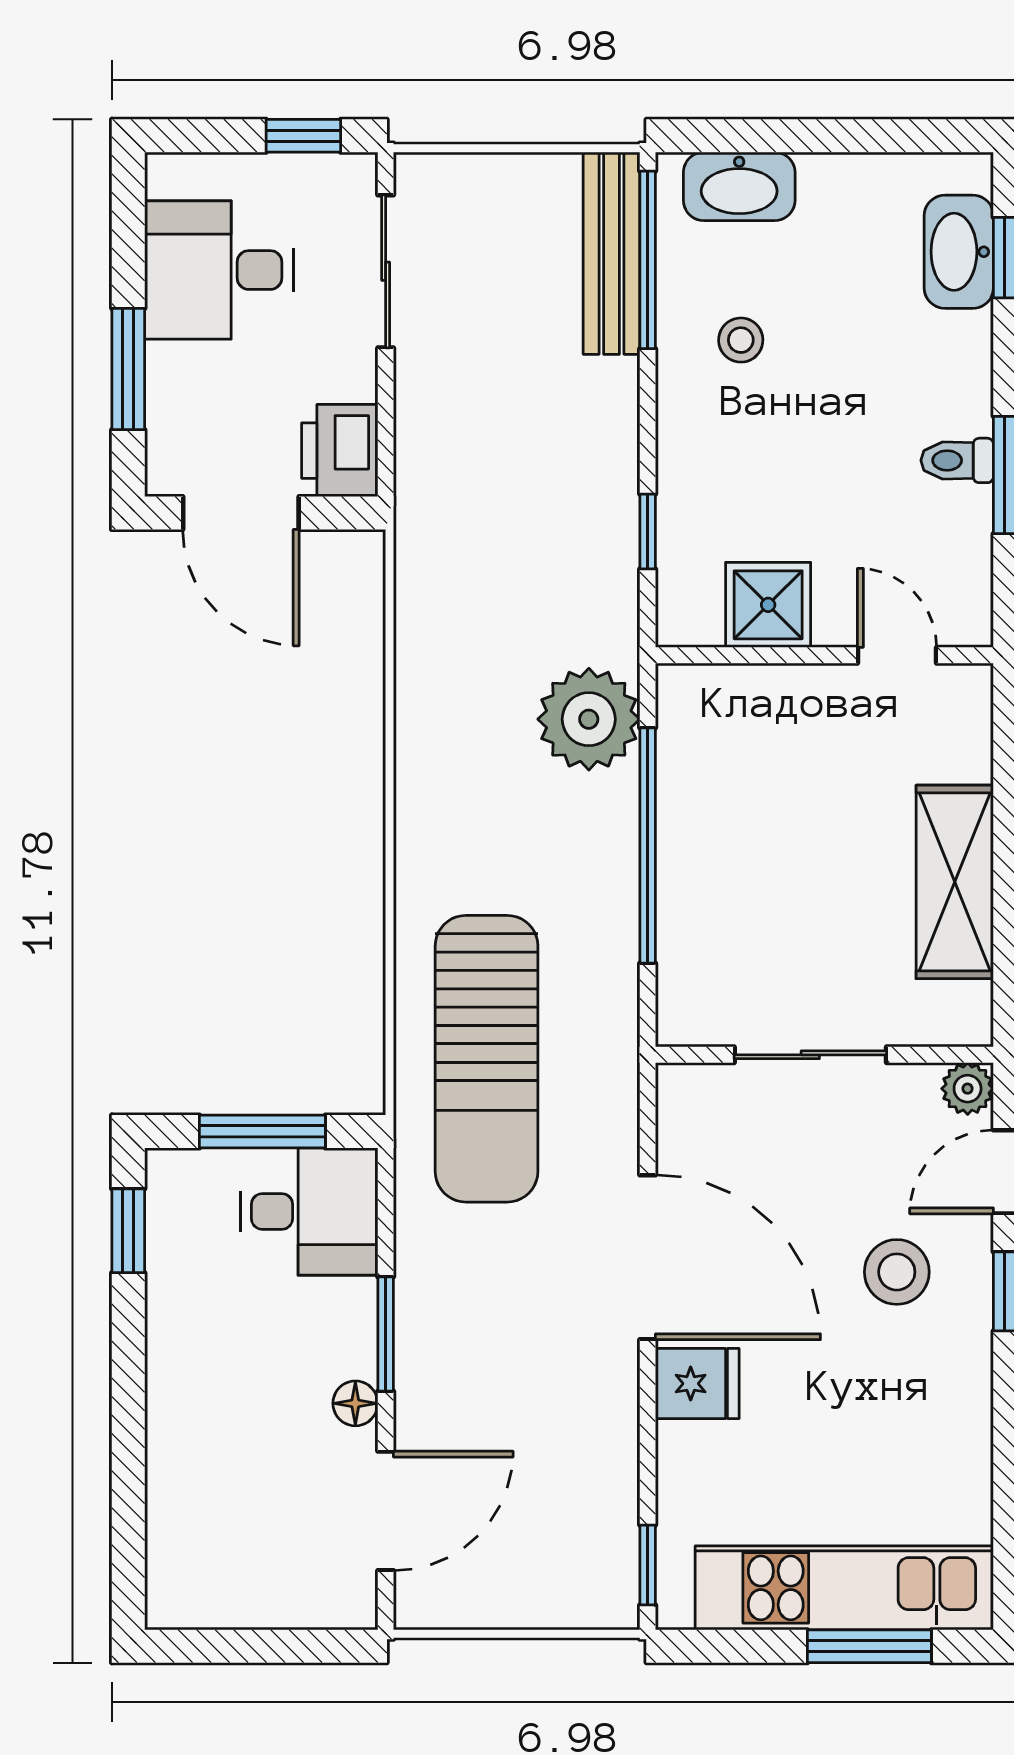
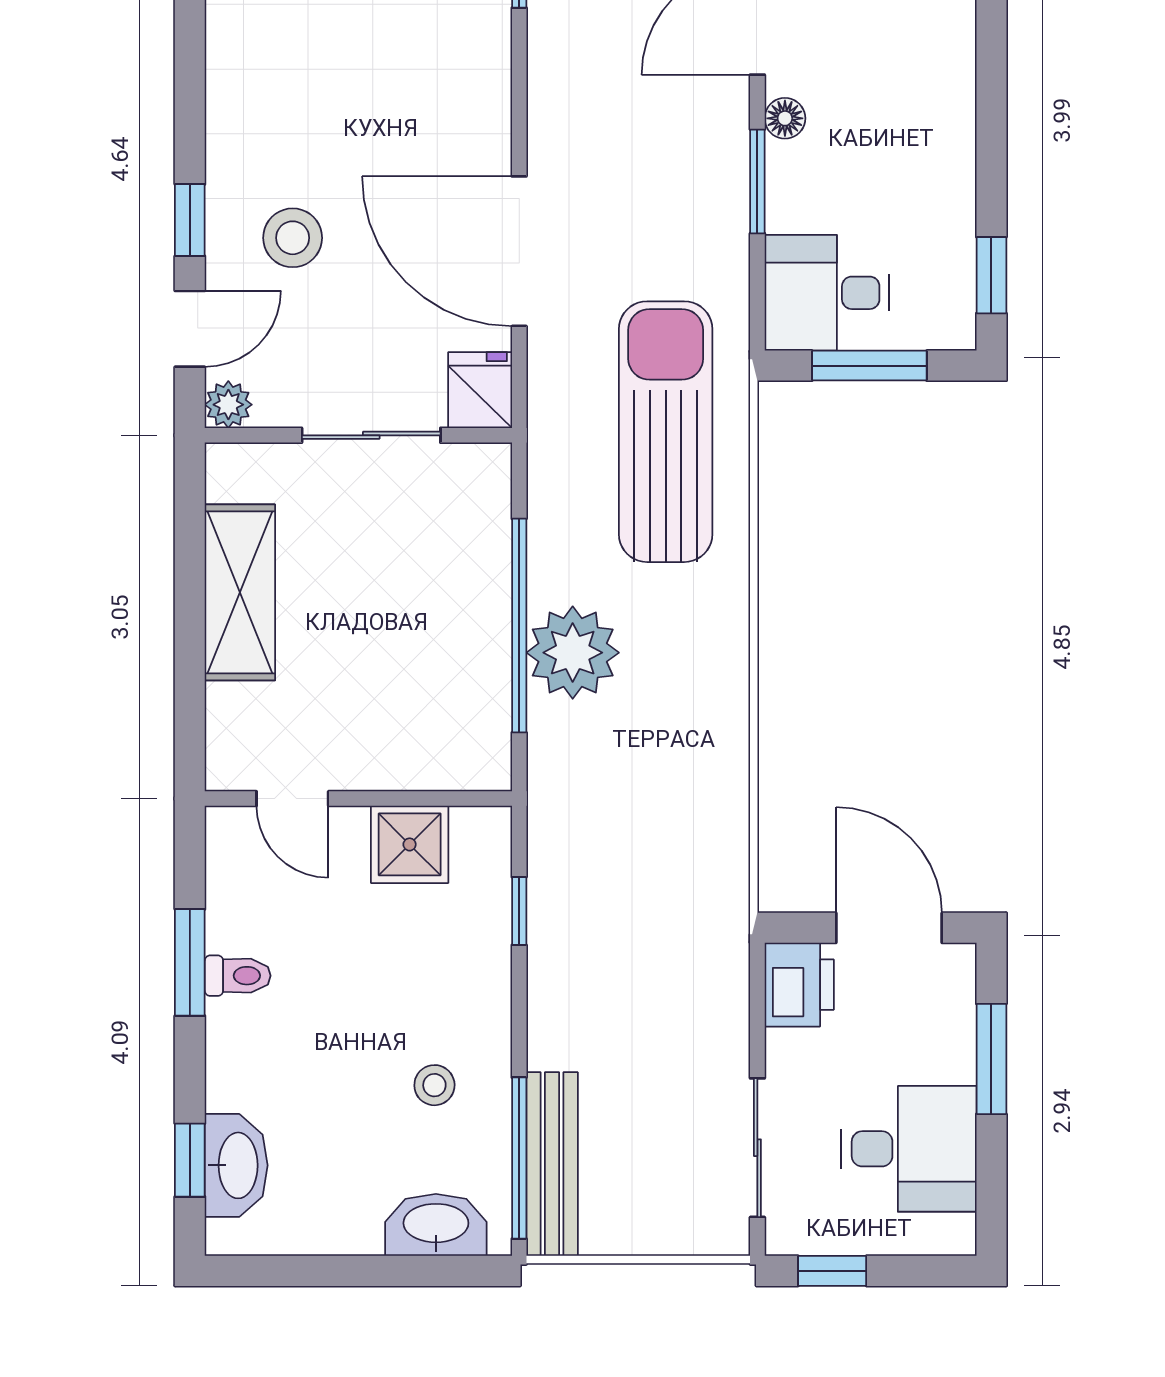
plant: (589, 719) -> (573, 653), moved
fridge: (697, 1384) -> (480, 390), moved, turned 90

